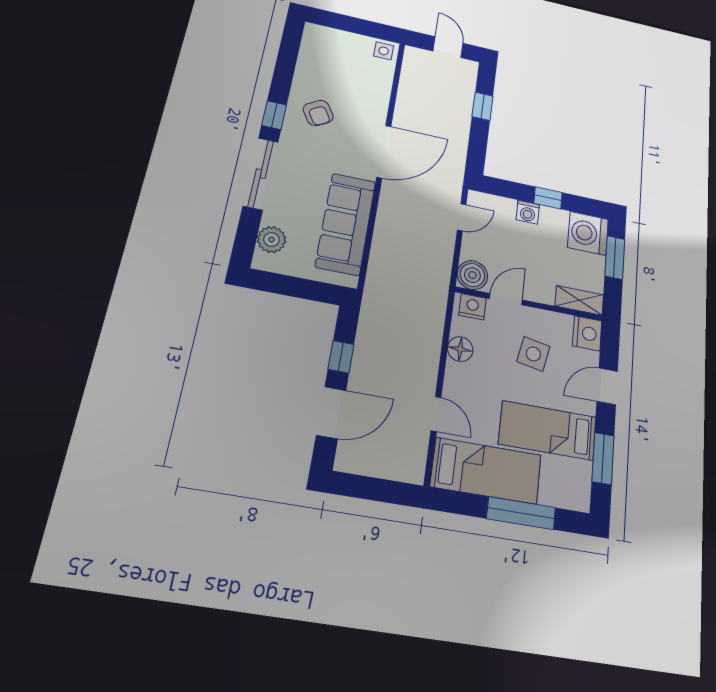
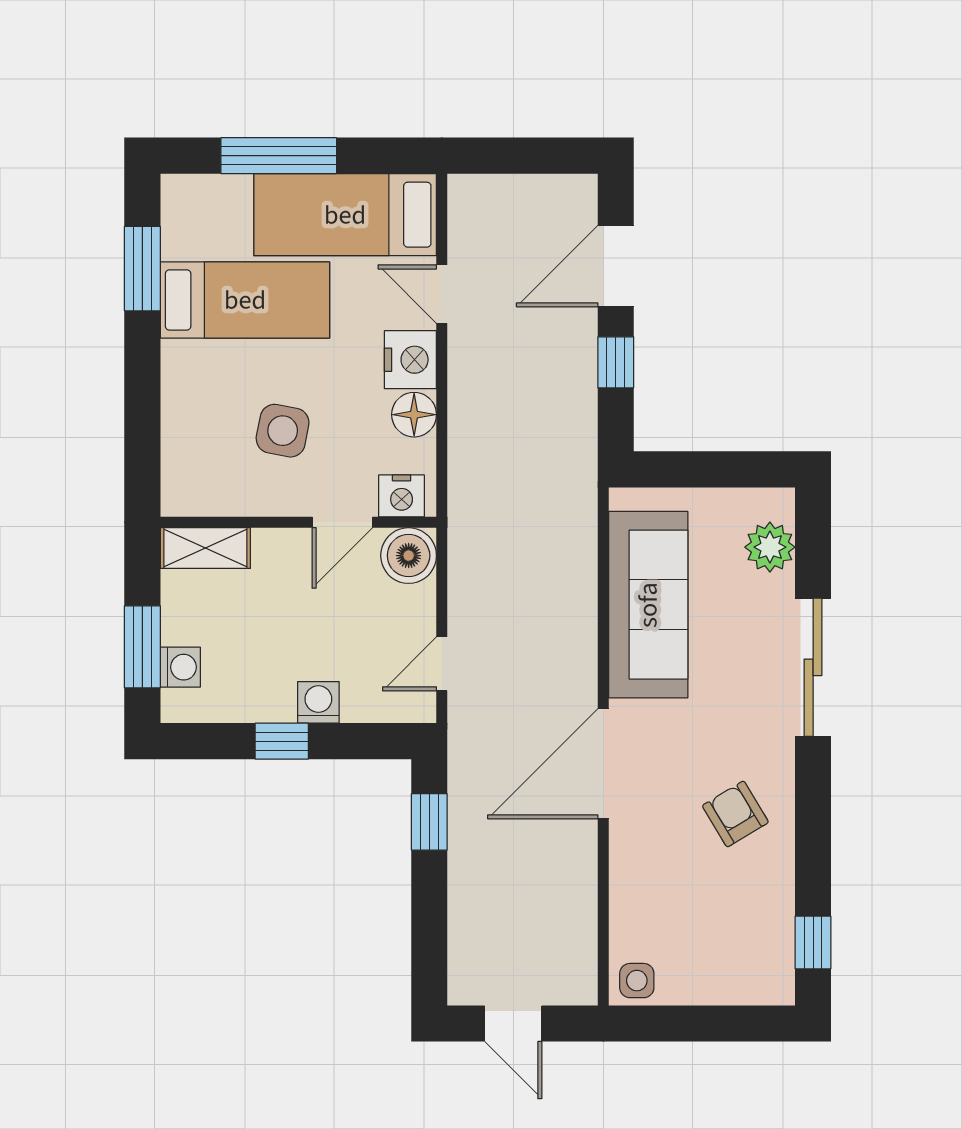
window: (483, 106) -> (429, 822), moved
window: (274, 115) -> (813, 942), moved
washing machine: (588, 233) -> (180, 667), width x0.53, depth x0.53
nightstand: (587, 333) -> (410, 360), moved, turned 180
door: (607, 386) -> (142, 397), removed

